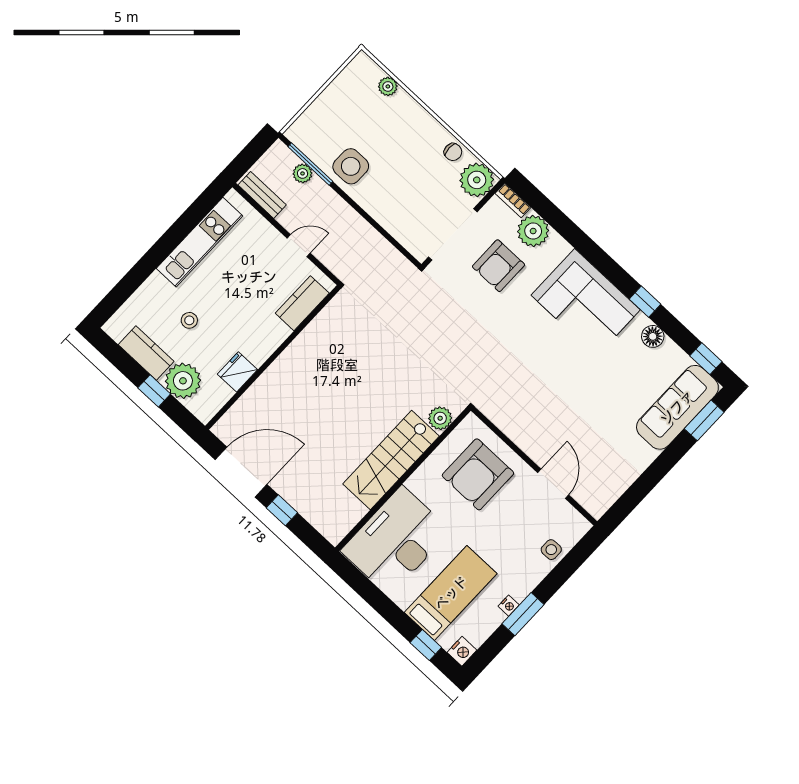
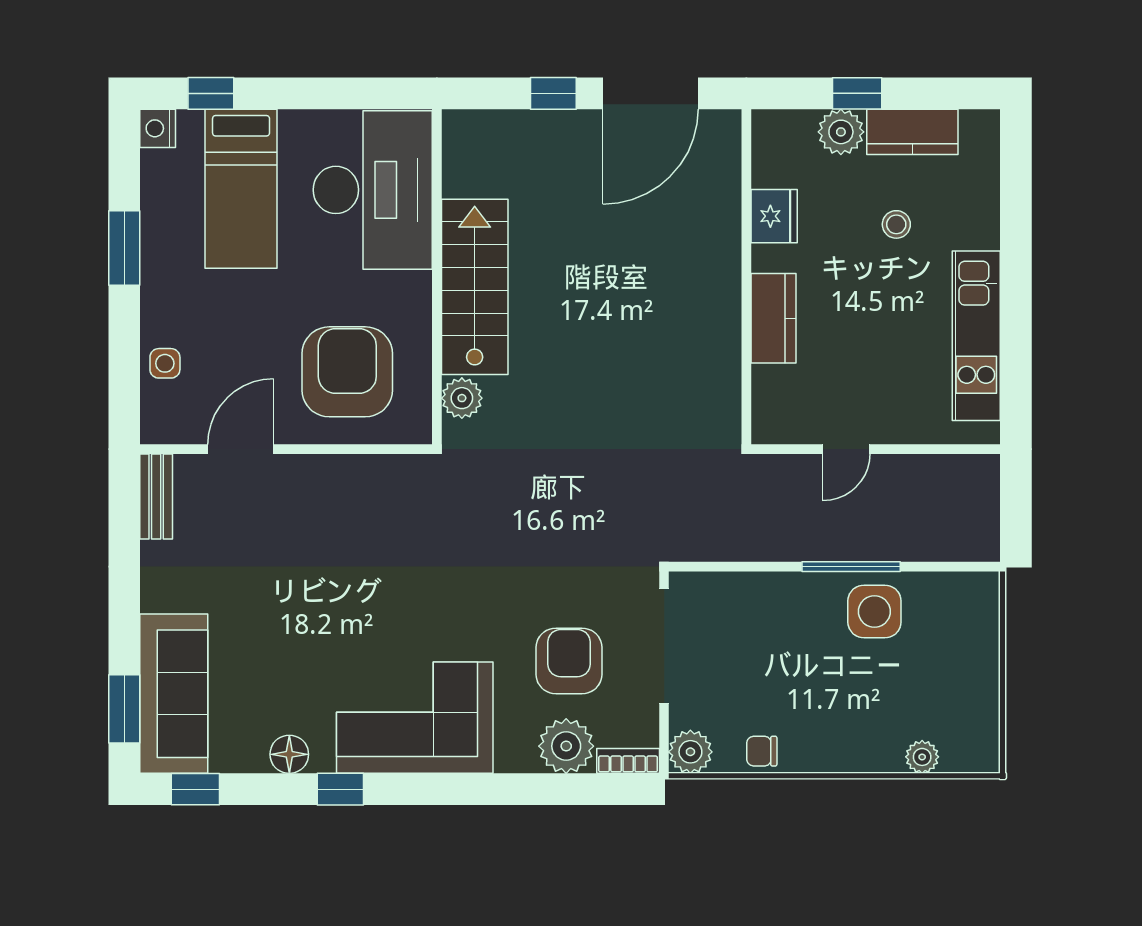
window: (310, 164) -> (851, 567), moved
plant: (303, 173) -> (927, 545), removed
plant: (477, 180) -> (690, 752), width x0.73, depth x0.73
bench: (262, 195) -> (156, 496), moved, turned 90
kitchen counter: (302, 303) -> (773, 318), moved
plant: (183, 381) -> (841, 132), width x0.73, depth x0.73
door: (553, 484) -> (241, 449), swing flipped
nightstand: (509, 606) -> (153, 242), removed

